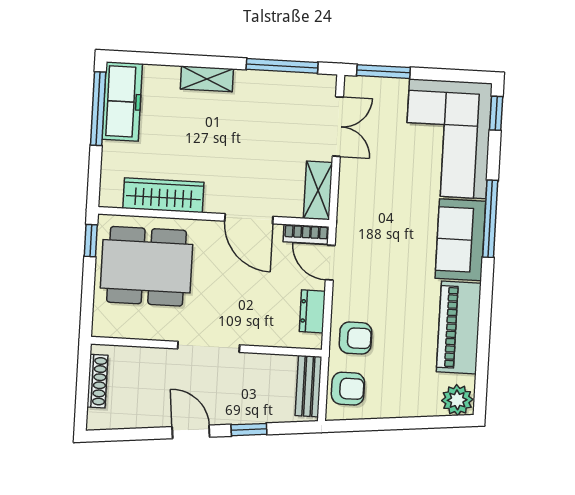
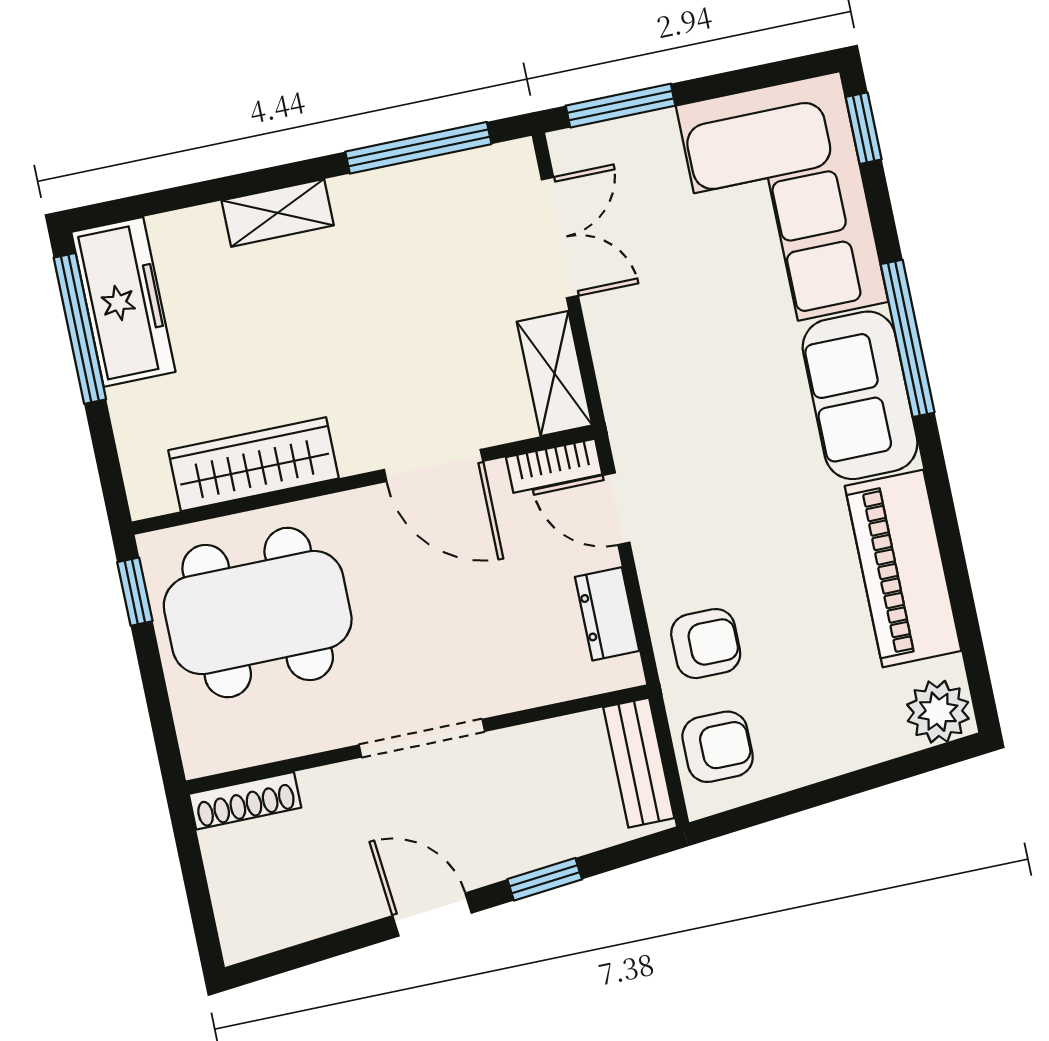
shoe rack: (97, 381) -> (245, 801), moved, turned 90

